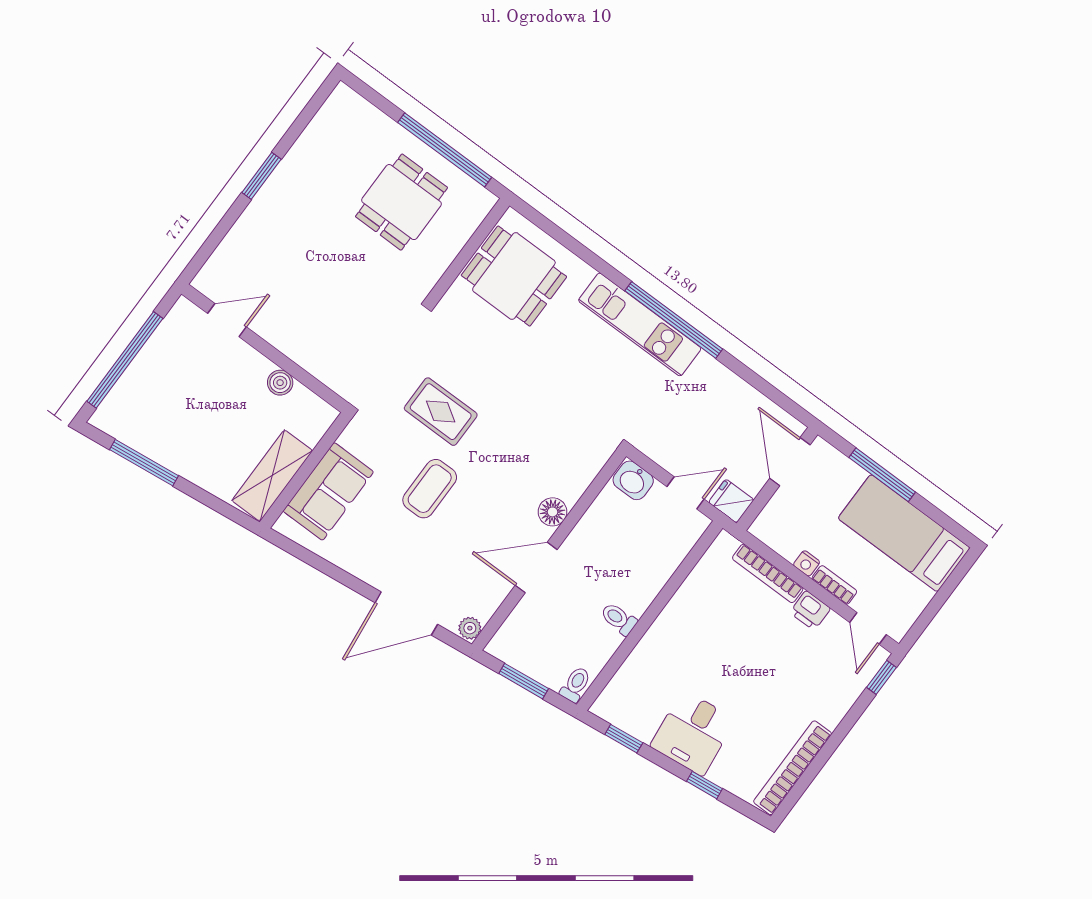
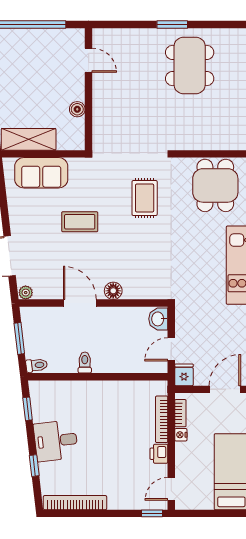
dining table: (401, 202) -> (190, 66), moved, width x1.38
rug: (441, 412) -> (145, 198), moved
door: (686, 493) -> (171, 349), swing flipped
bookcase: (834, 585) -> (180, 413), moved

